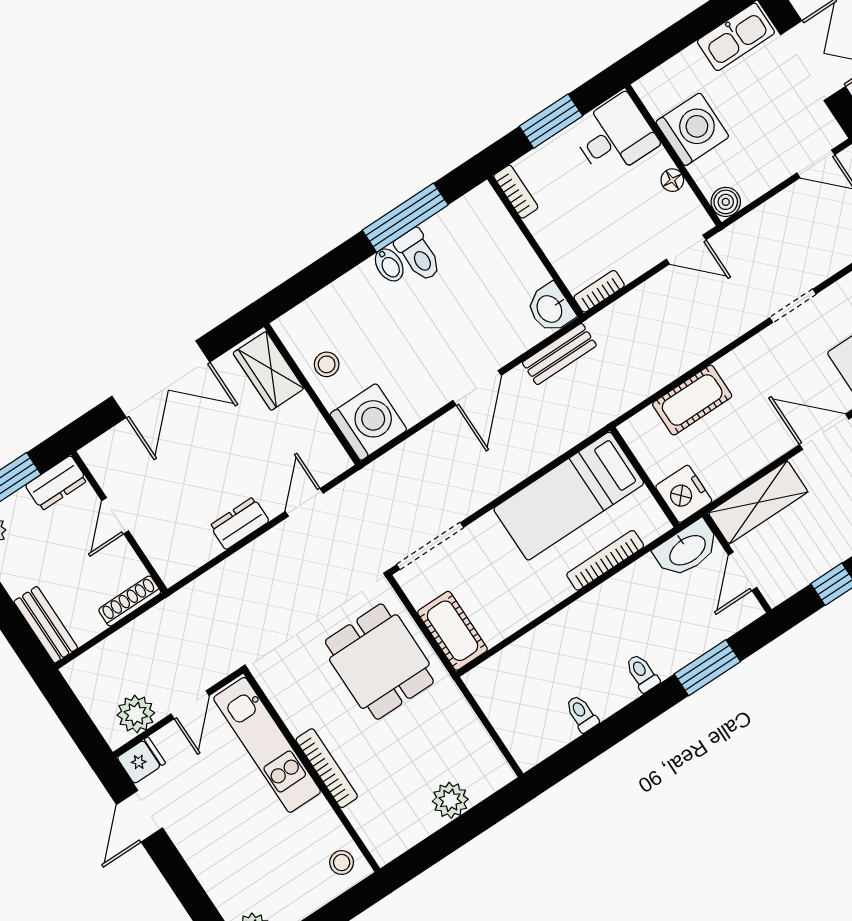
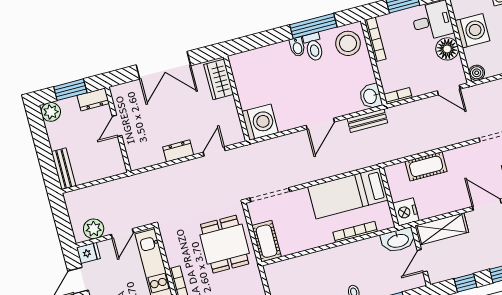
floor lamp: (672, 180) -> (447, 49), width x1.89, depth x1.89
bookcase: (516, 192) -> (375, 39), width x1.56
stool: (327, 364) -> (348, 43), moved, width x1.89, depth x1.89
shoe rack: (130, 601) -> (110, 171), removed

